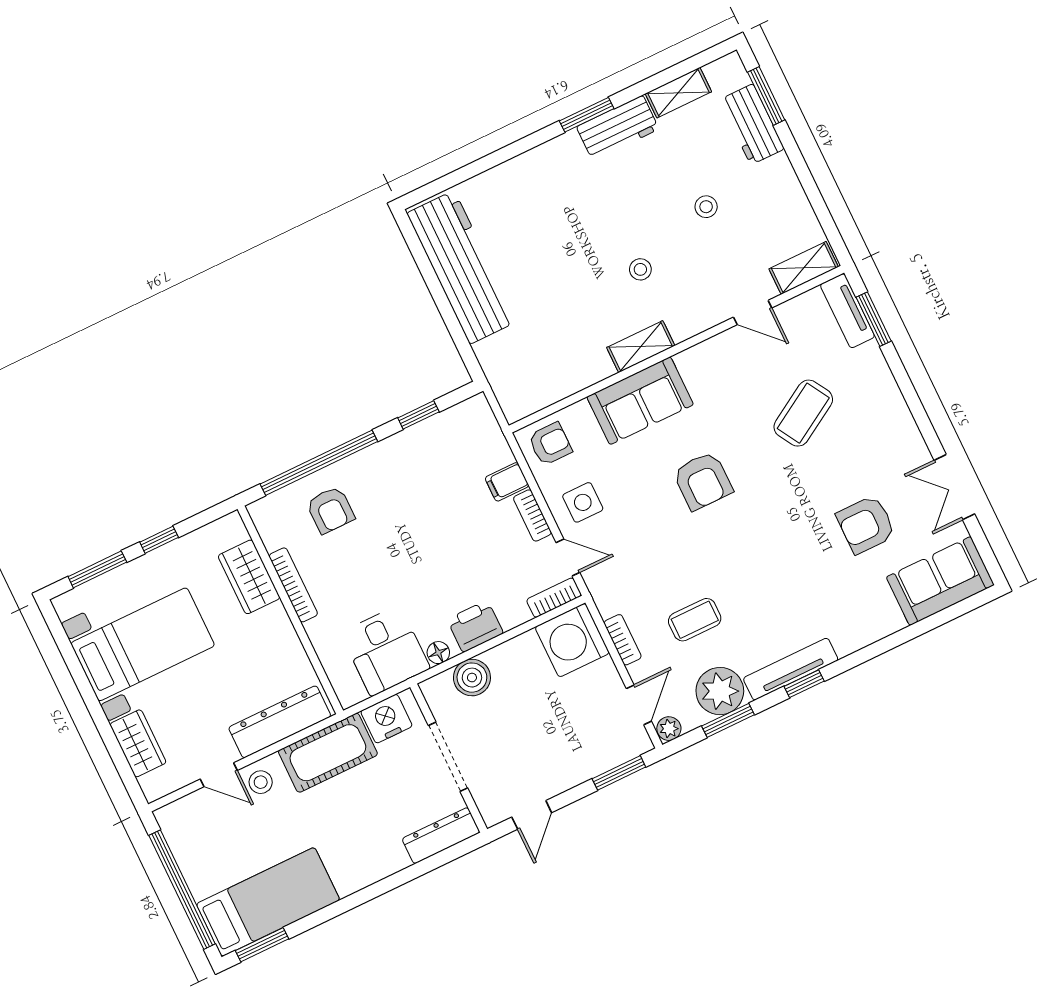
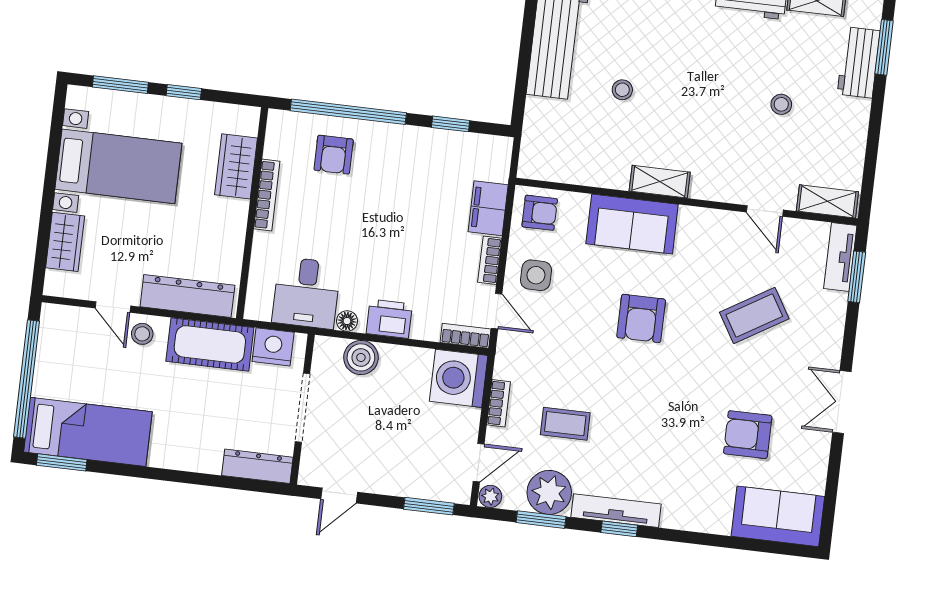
stool: (640, 269) -> (622, 90), moved
filing cabinet: (507, 482) -> (488, 208), width x2.00
double door: (954, 487) -> (842, 402), moved

